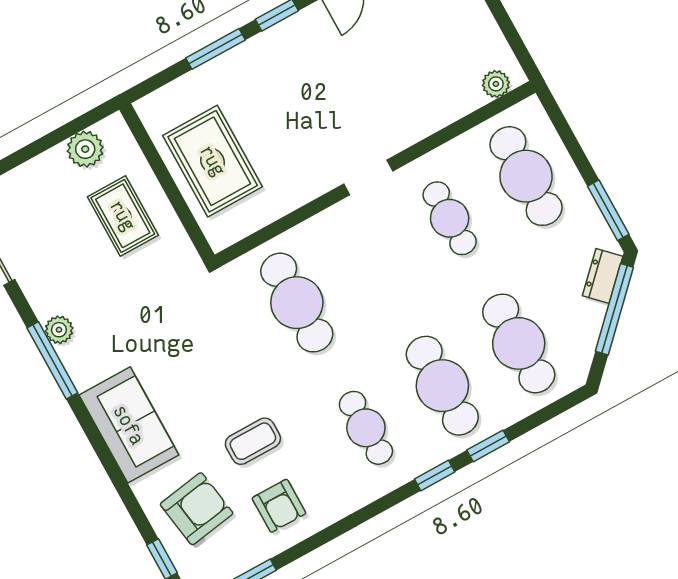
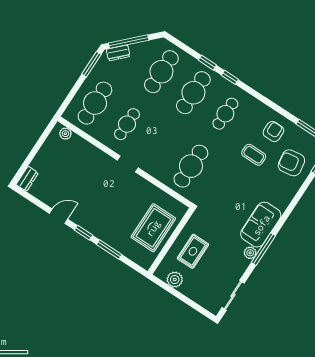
sofa: (129, 425) -> (261, 225), moved

